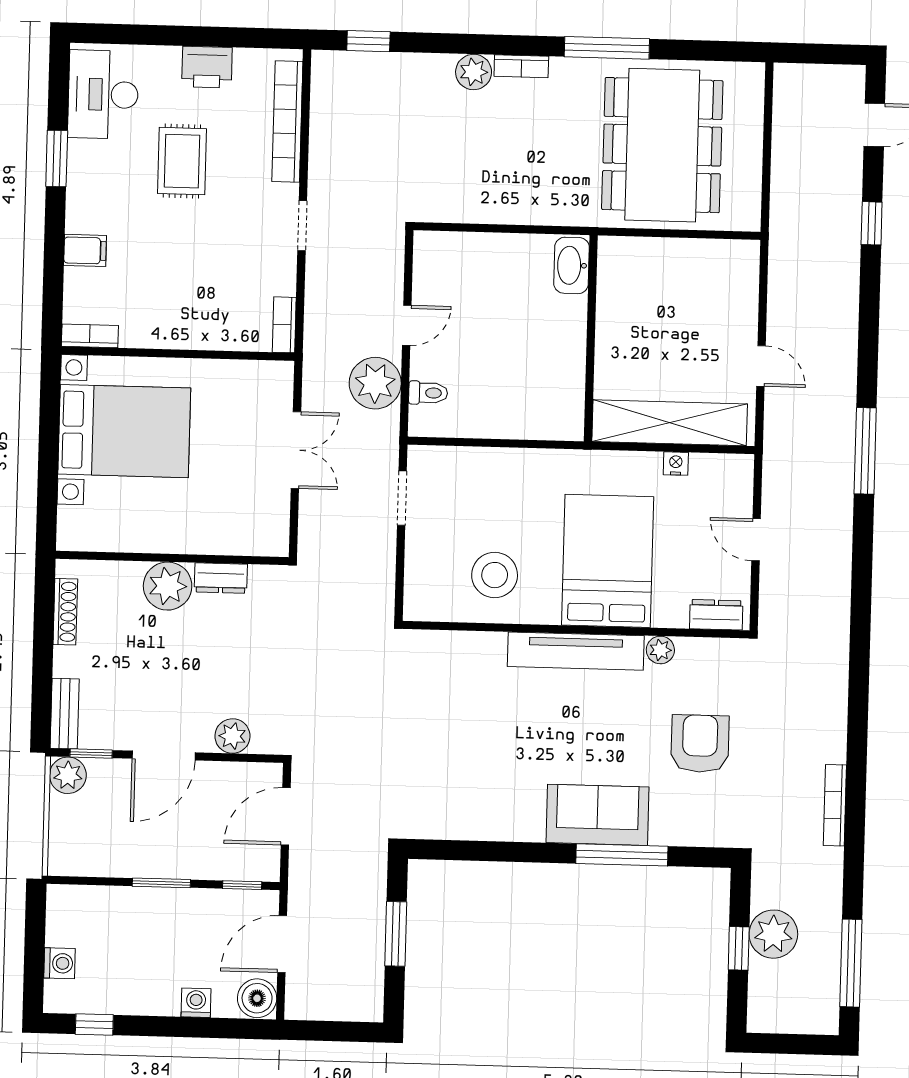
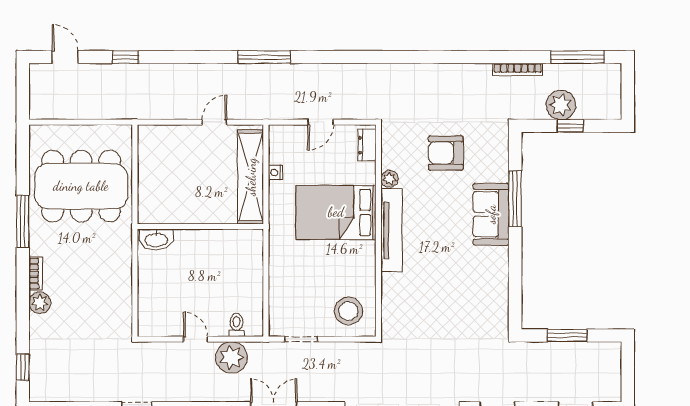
stool: (495, 575) -> (348, 311), moved
bookcase: (835, 805) -> (518, 70), moved

